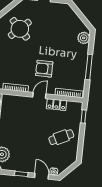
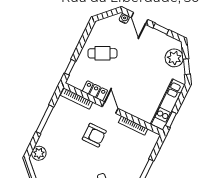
door: (39, 96) -> (110, 108), swing flipped

